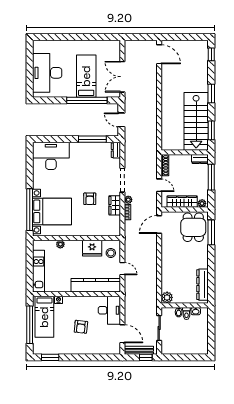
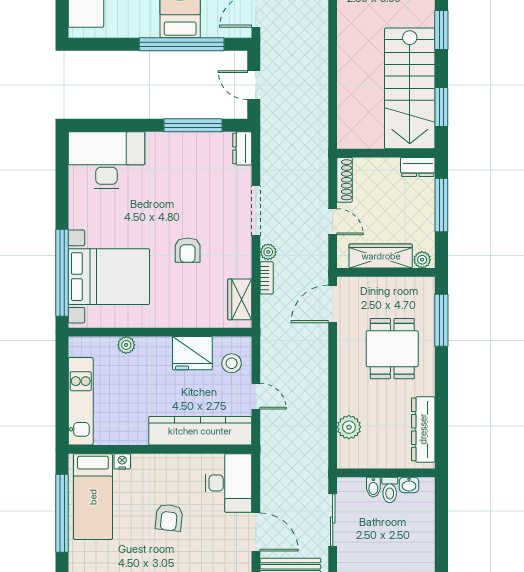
wardrobe: (115, 205) -> (240, 299), moved
dining table: (193, 227) -> (392, 349), moved
plant: (167, 297) -> (349, 427), moved

